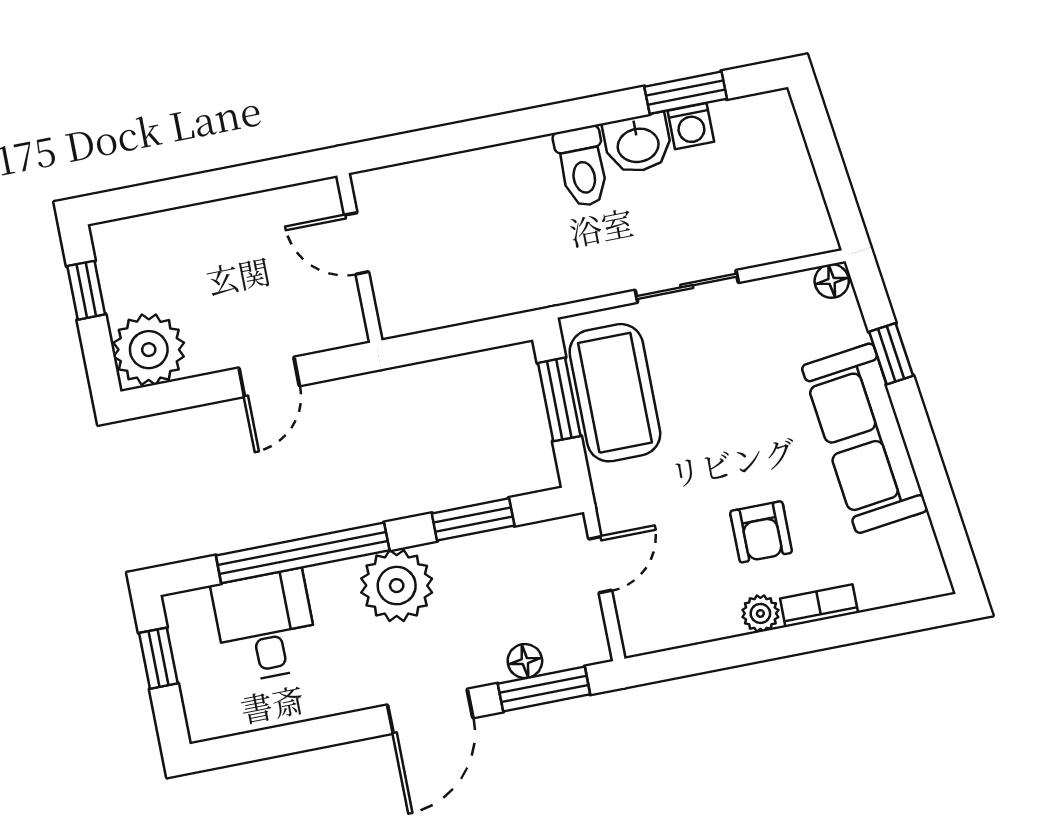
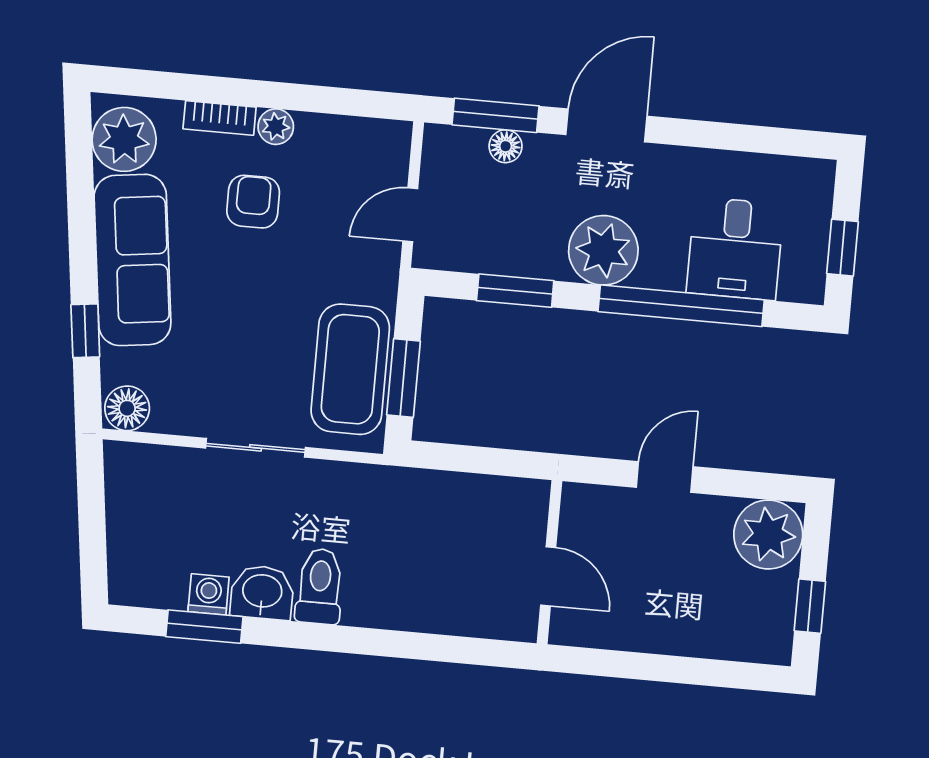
floor lamp: (832, 281) -> (127, 408), width x1.37, depth x1.37
plant: (908, 556) -> (124, 139), added

